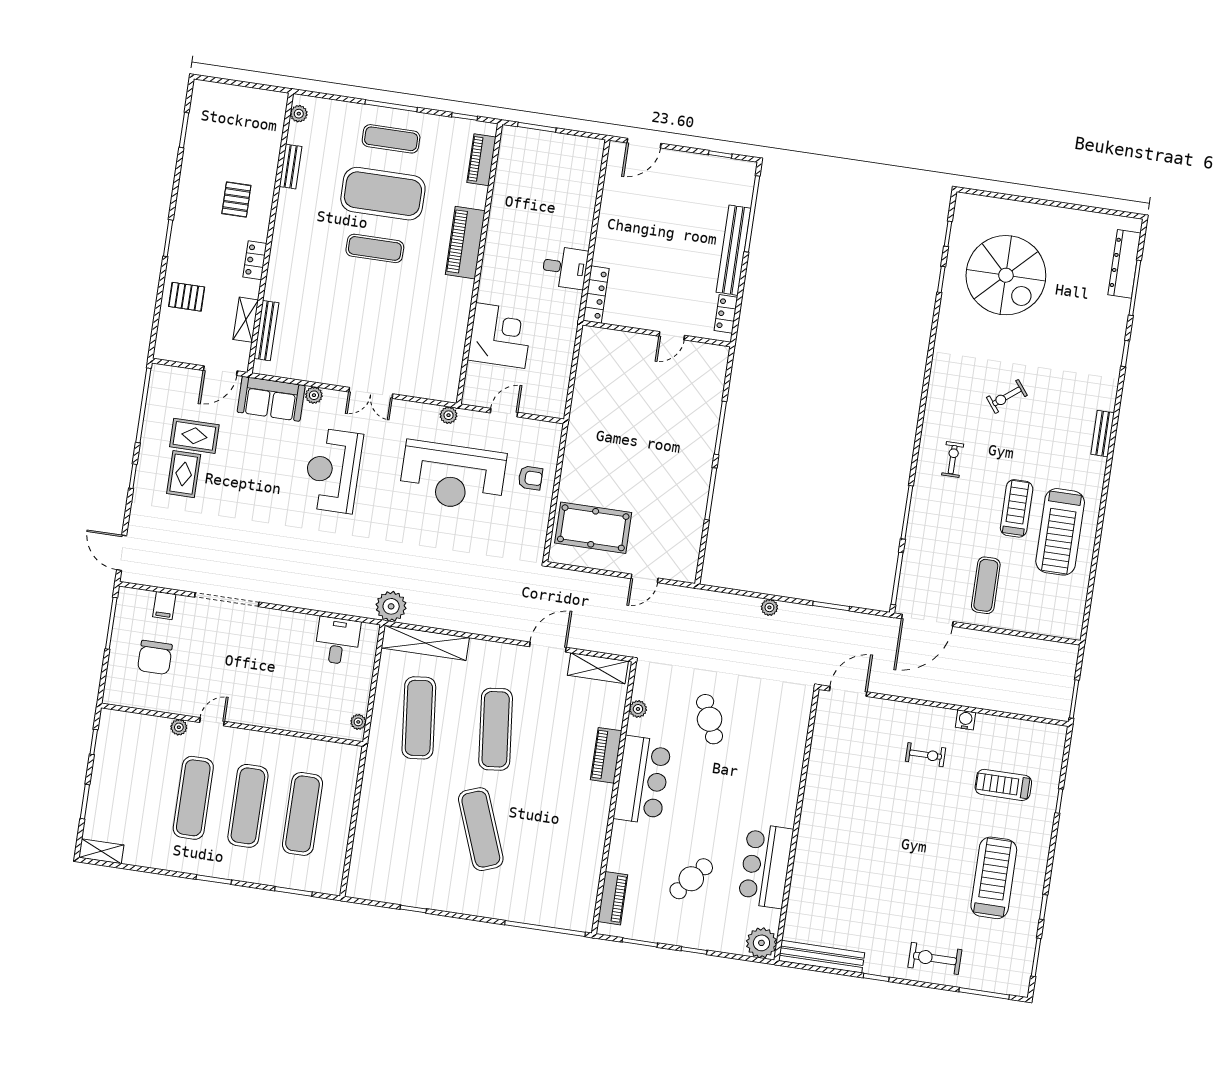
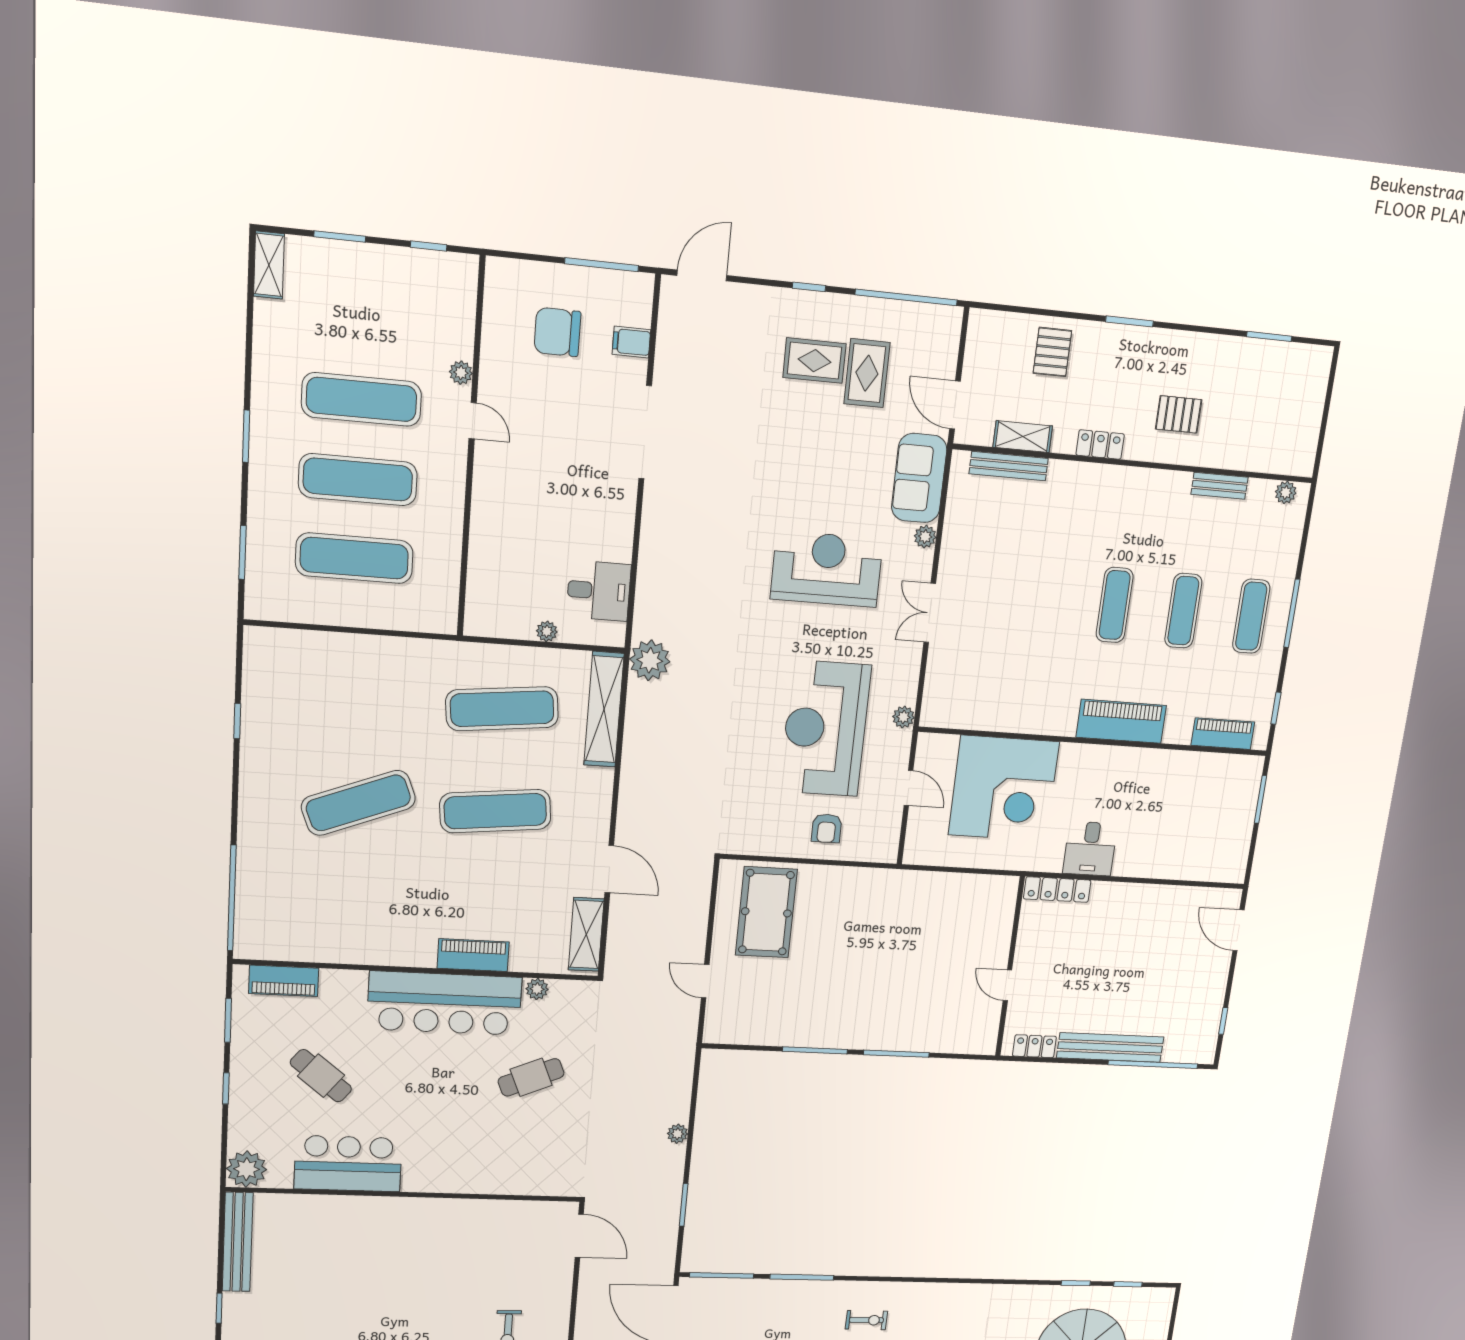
exercise mat: (383, 194) -> (1183, 611), width x0.50, depth x0.69
corner desk: (500, 336) -> (1004, 788), width x1.36, depth x1.36
plant: (358, 722) -> (547, 631), moved
bar counter: (642, 780) -> (445, 1003), width x1.36

